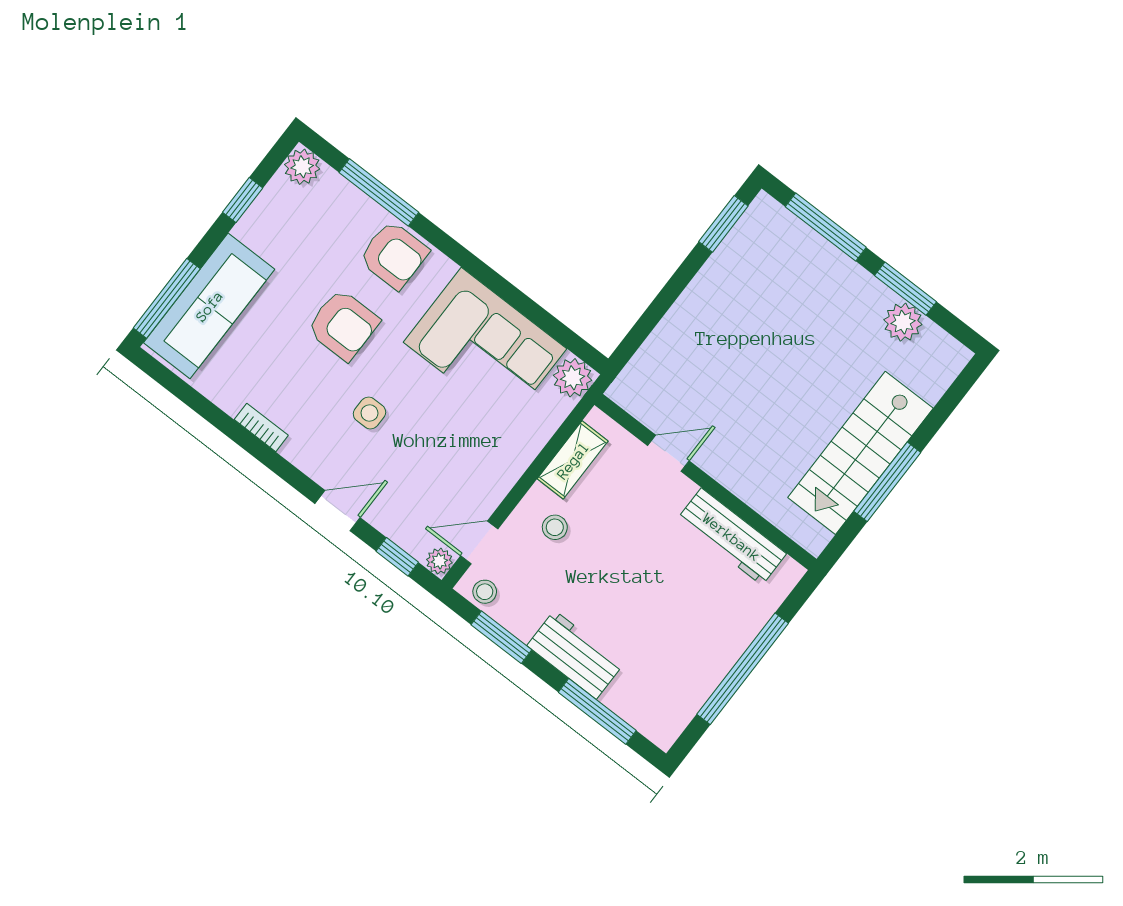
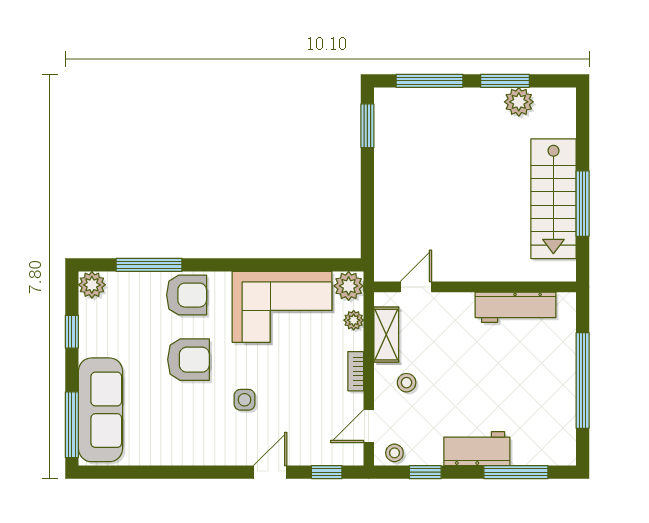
bookcase: (261, 427) -> (356, 371), moved, turned -90
door: (668, 453) -> (416, 287), moved
plant: (439, 561) -> (354, 320), moved
window: (501, 637) -> (425, 472), width x0.67

